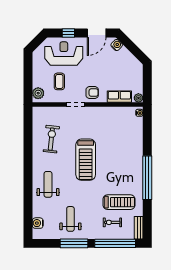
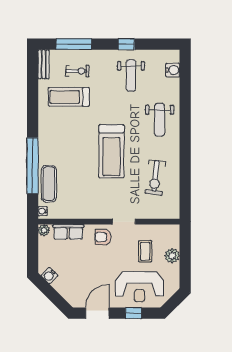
water cooler: (117, 45) -> (49, 275), moved
plant: (38, 93) -> (172, 256), moved
exercise mat: (135, 134) -> (49, 184), added
treadmill: (86, 160) -> (111, 151), turned 180
window: (147, 178) -> (33, 166), moved
window: (74, 243) -> (126, 44), width x0.46
window: (115, 243) -> (74, 44), width x0.68

